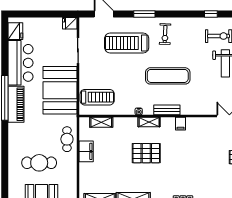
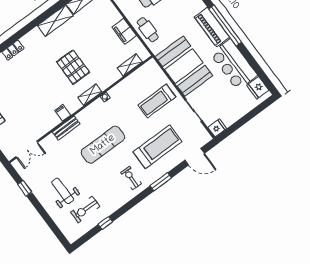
treadmill: (97, 97) -> (157, 101), moved
bench: (167, 110) -> (66, 128), moved
pallet: (146, 153) -> (73, 67), turned 90

